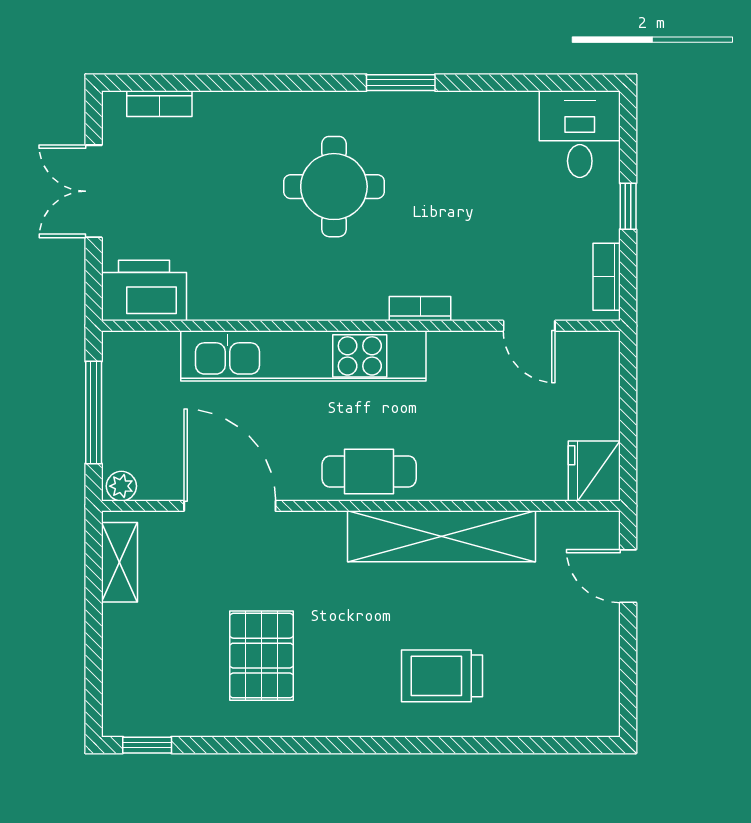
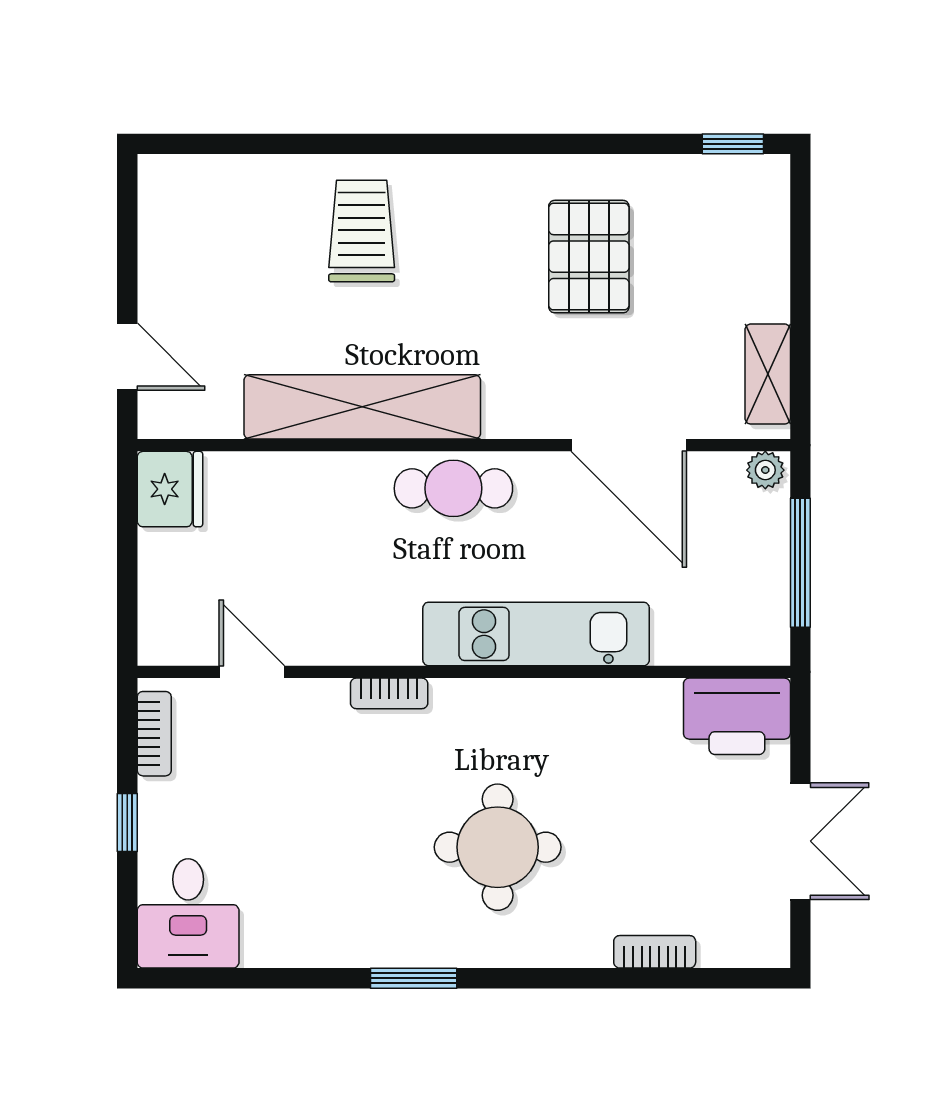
bookcase: (159, 104) -> (655, 952), moved
kitchen unit: (303, 356) -> (536, 634), width x0.73
trolley: (442, 676) -> (362, 231), turned -90

